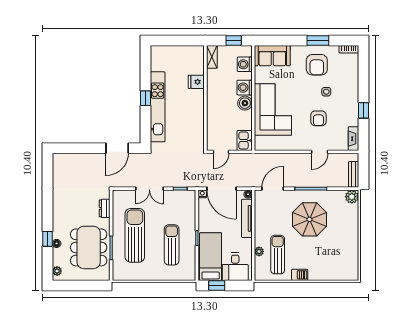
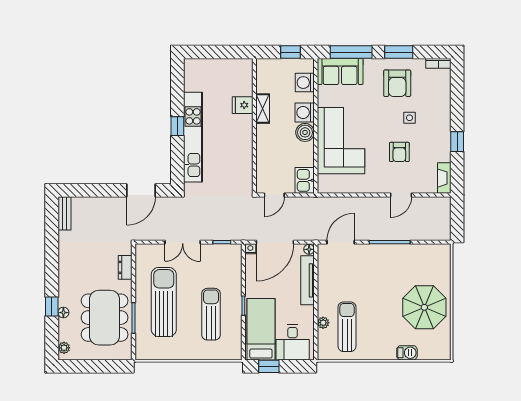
window: (281, 40) -> (351, 52), added
shelving: (212, 57) -> (263, 109), moved
bench: (354, 174) -> (64, 213), moved
door: (221, 189) -> (275, 242), hinge flipped
plant: (352, 197) -> (442, 252), removed
parasol: (309, 219) -> (424, 307), moved
barbecue: (300, 275) -> (407, 353), moved

